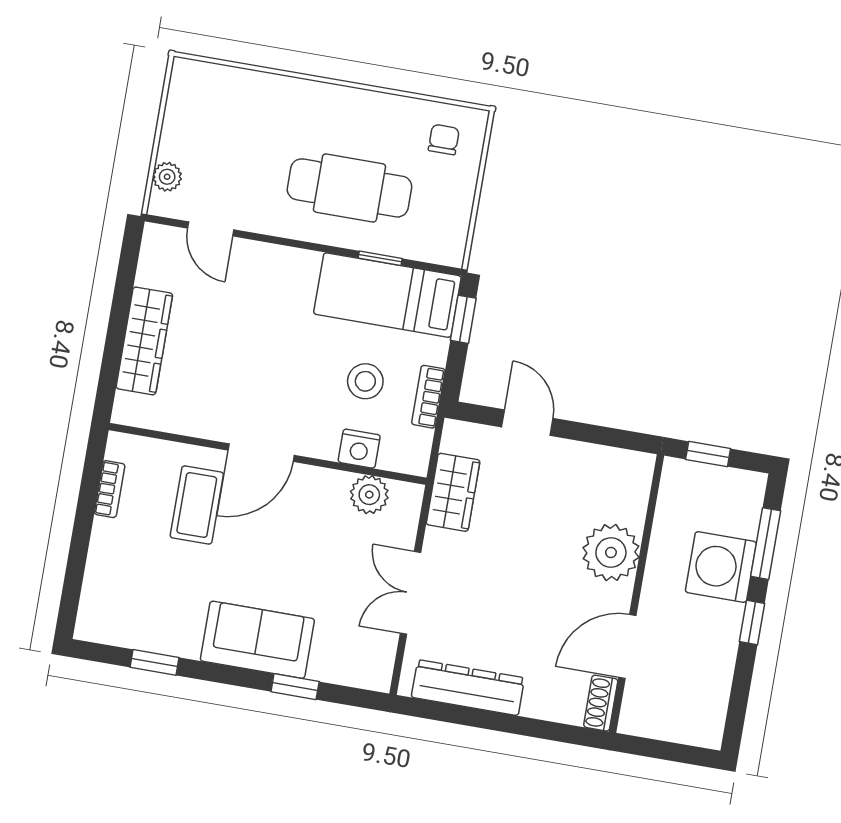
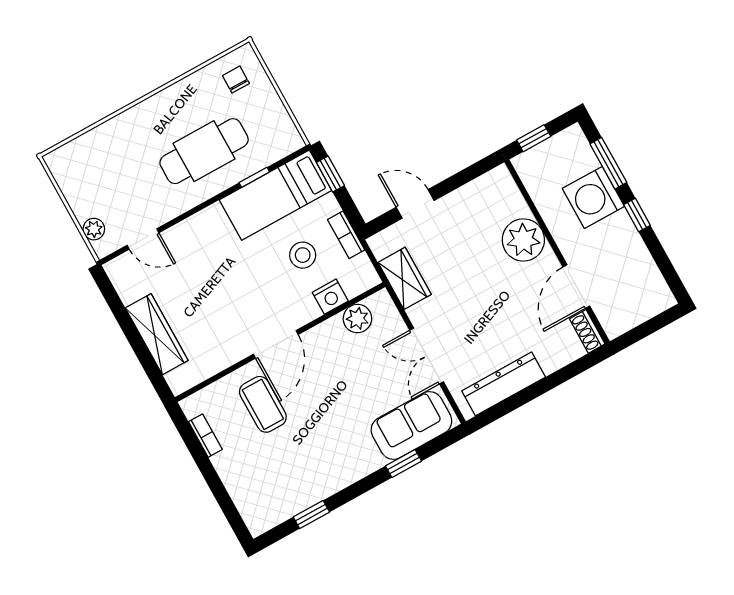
sofa: (257, 640) -> (411, 426), moved

